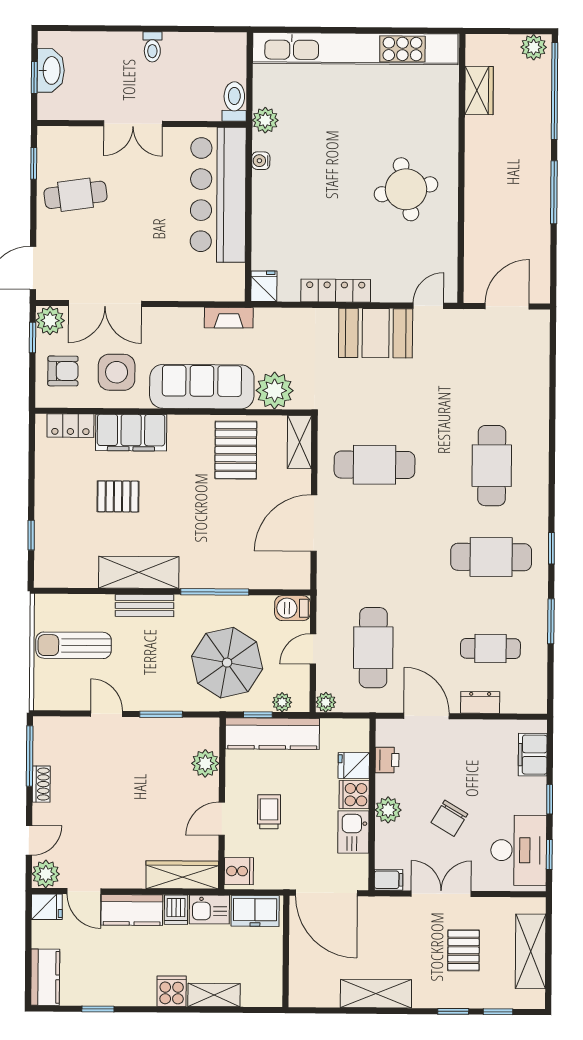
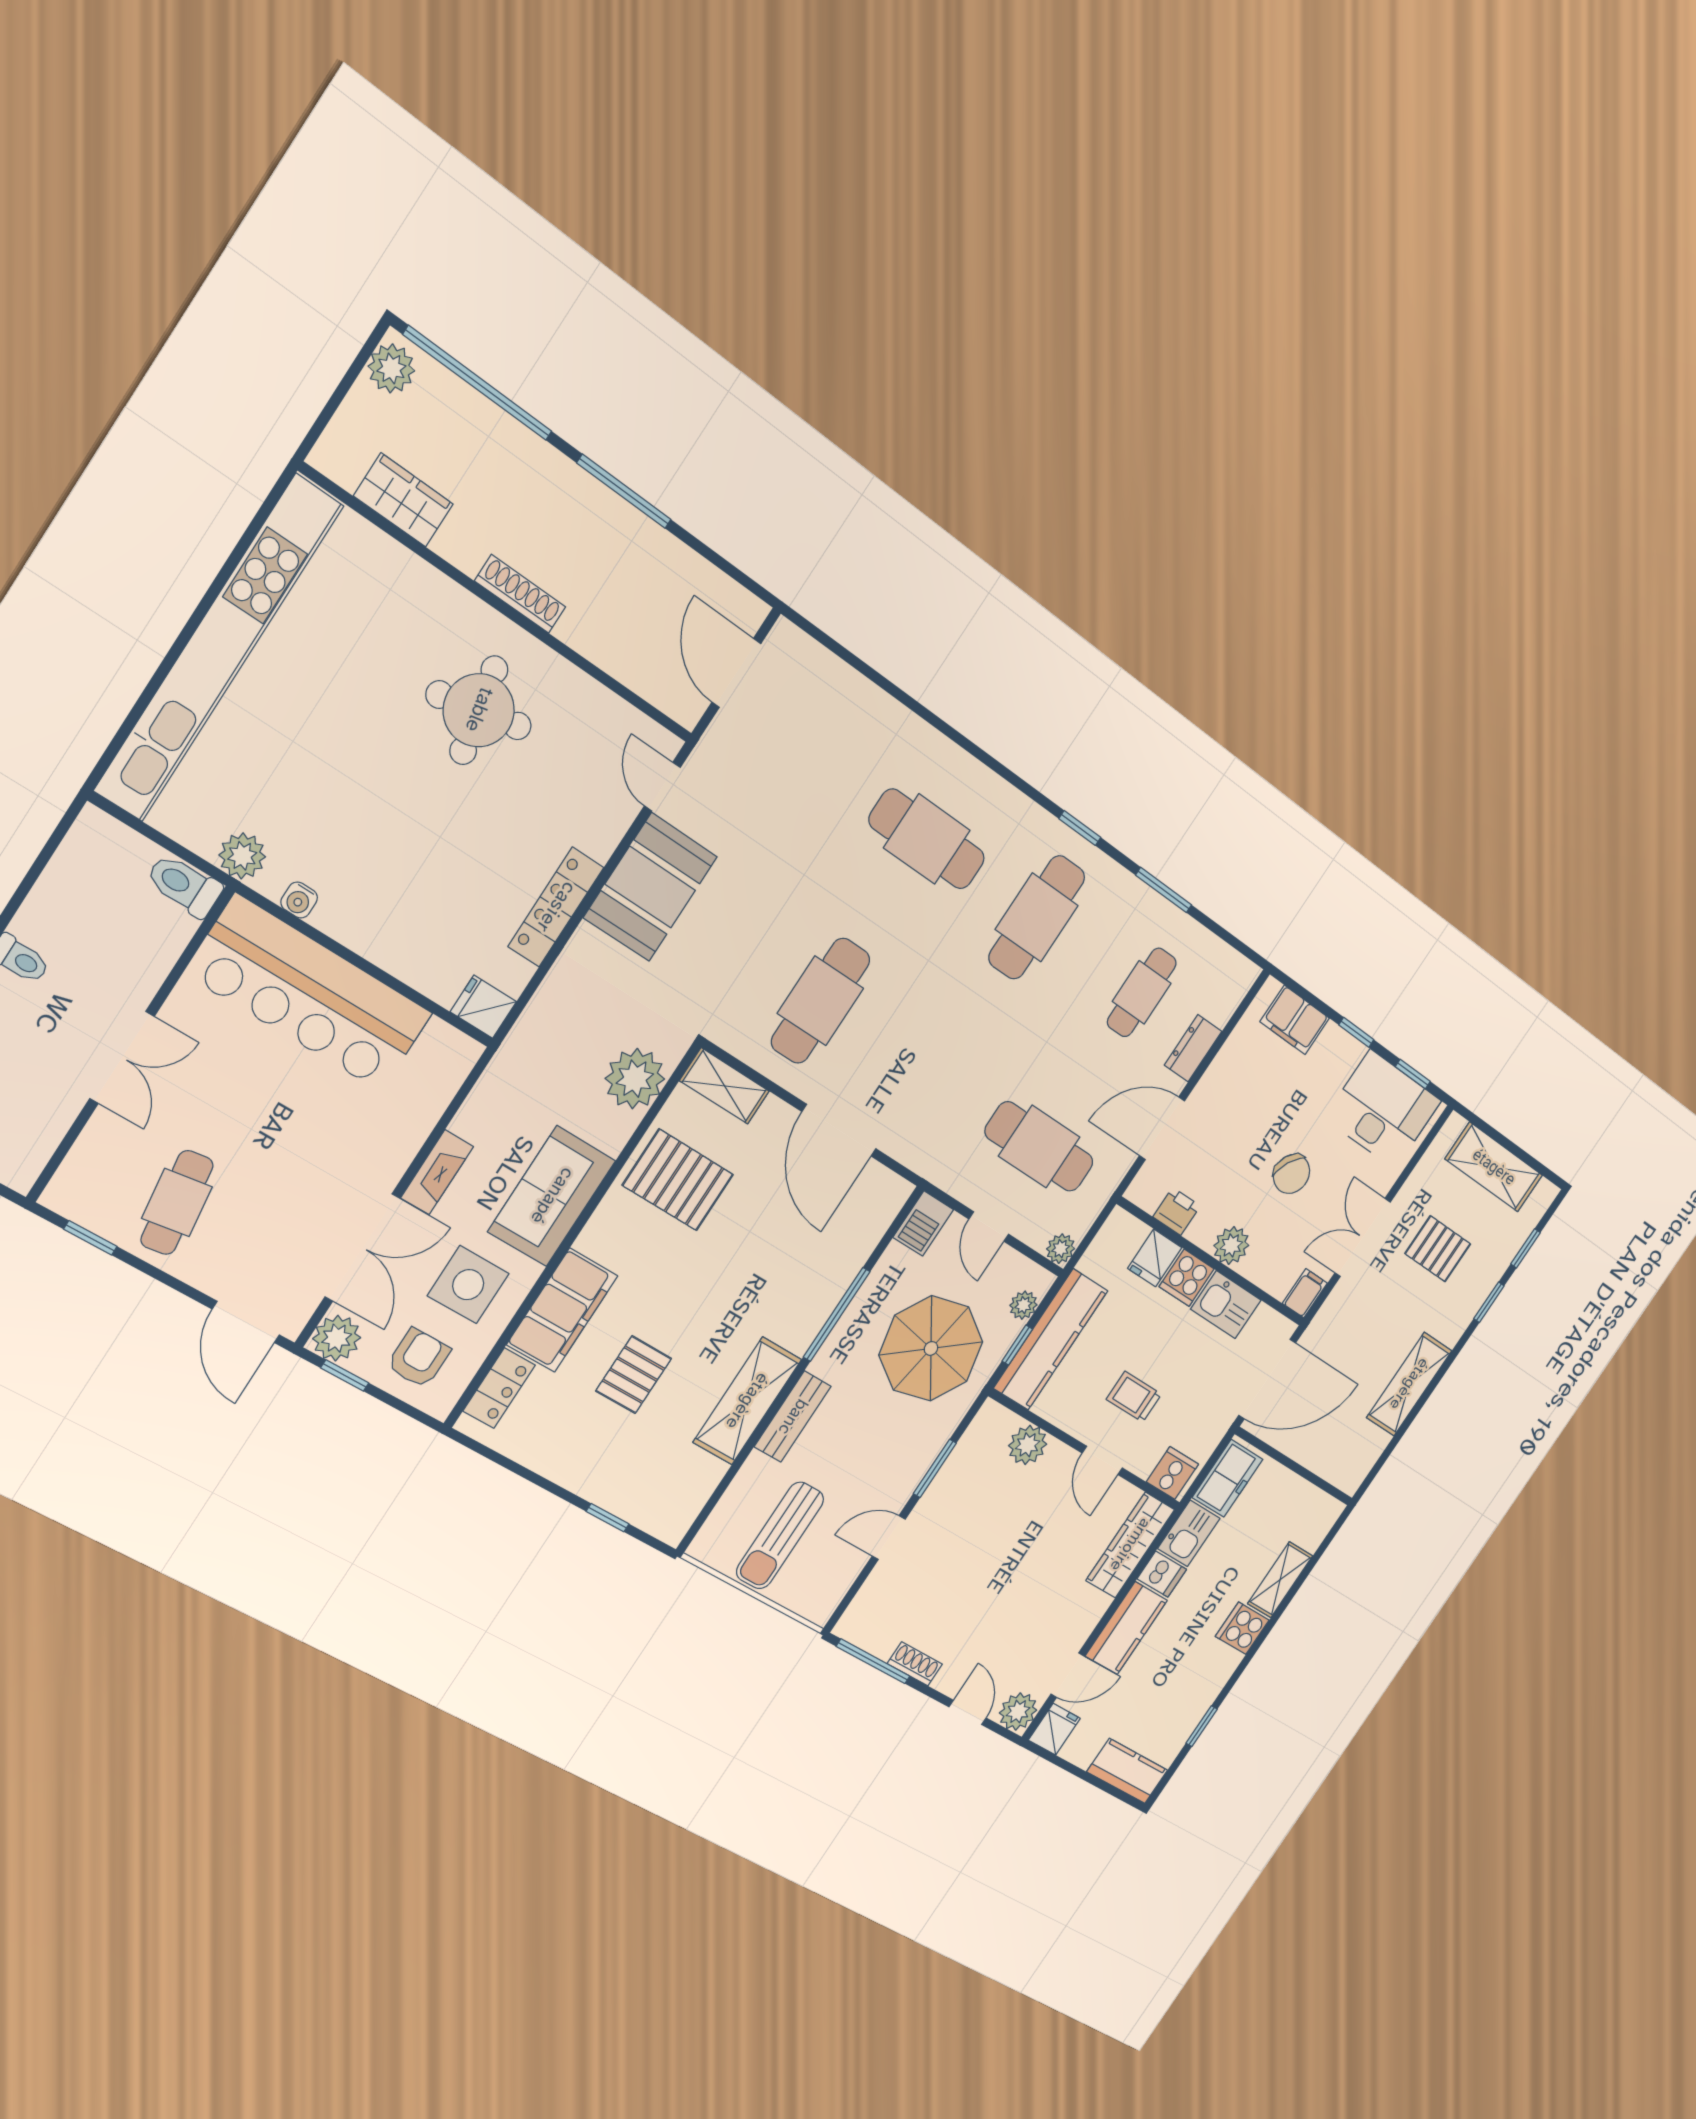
shoe rack: (473, 174) -> (520, 594), added
fireplace: (229, 318) -> (437, 1172), moved
sofa: (202, 387) -> (552, 1196), width x0.73

